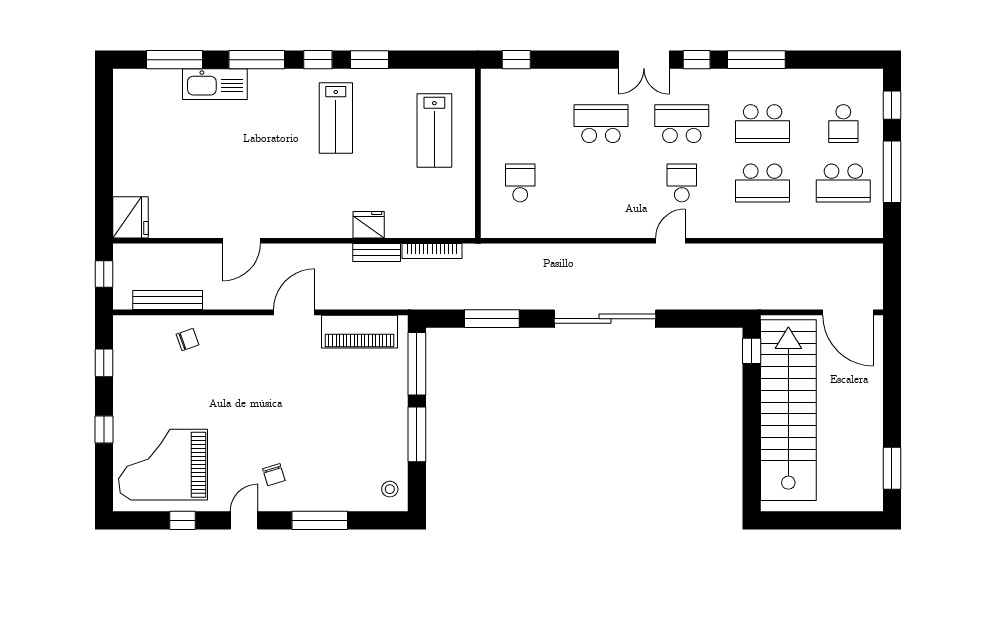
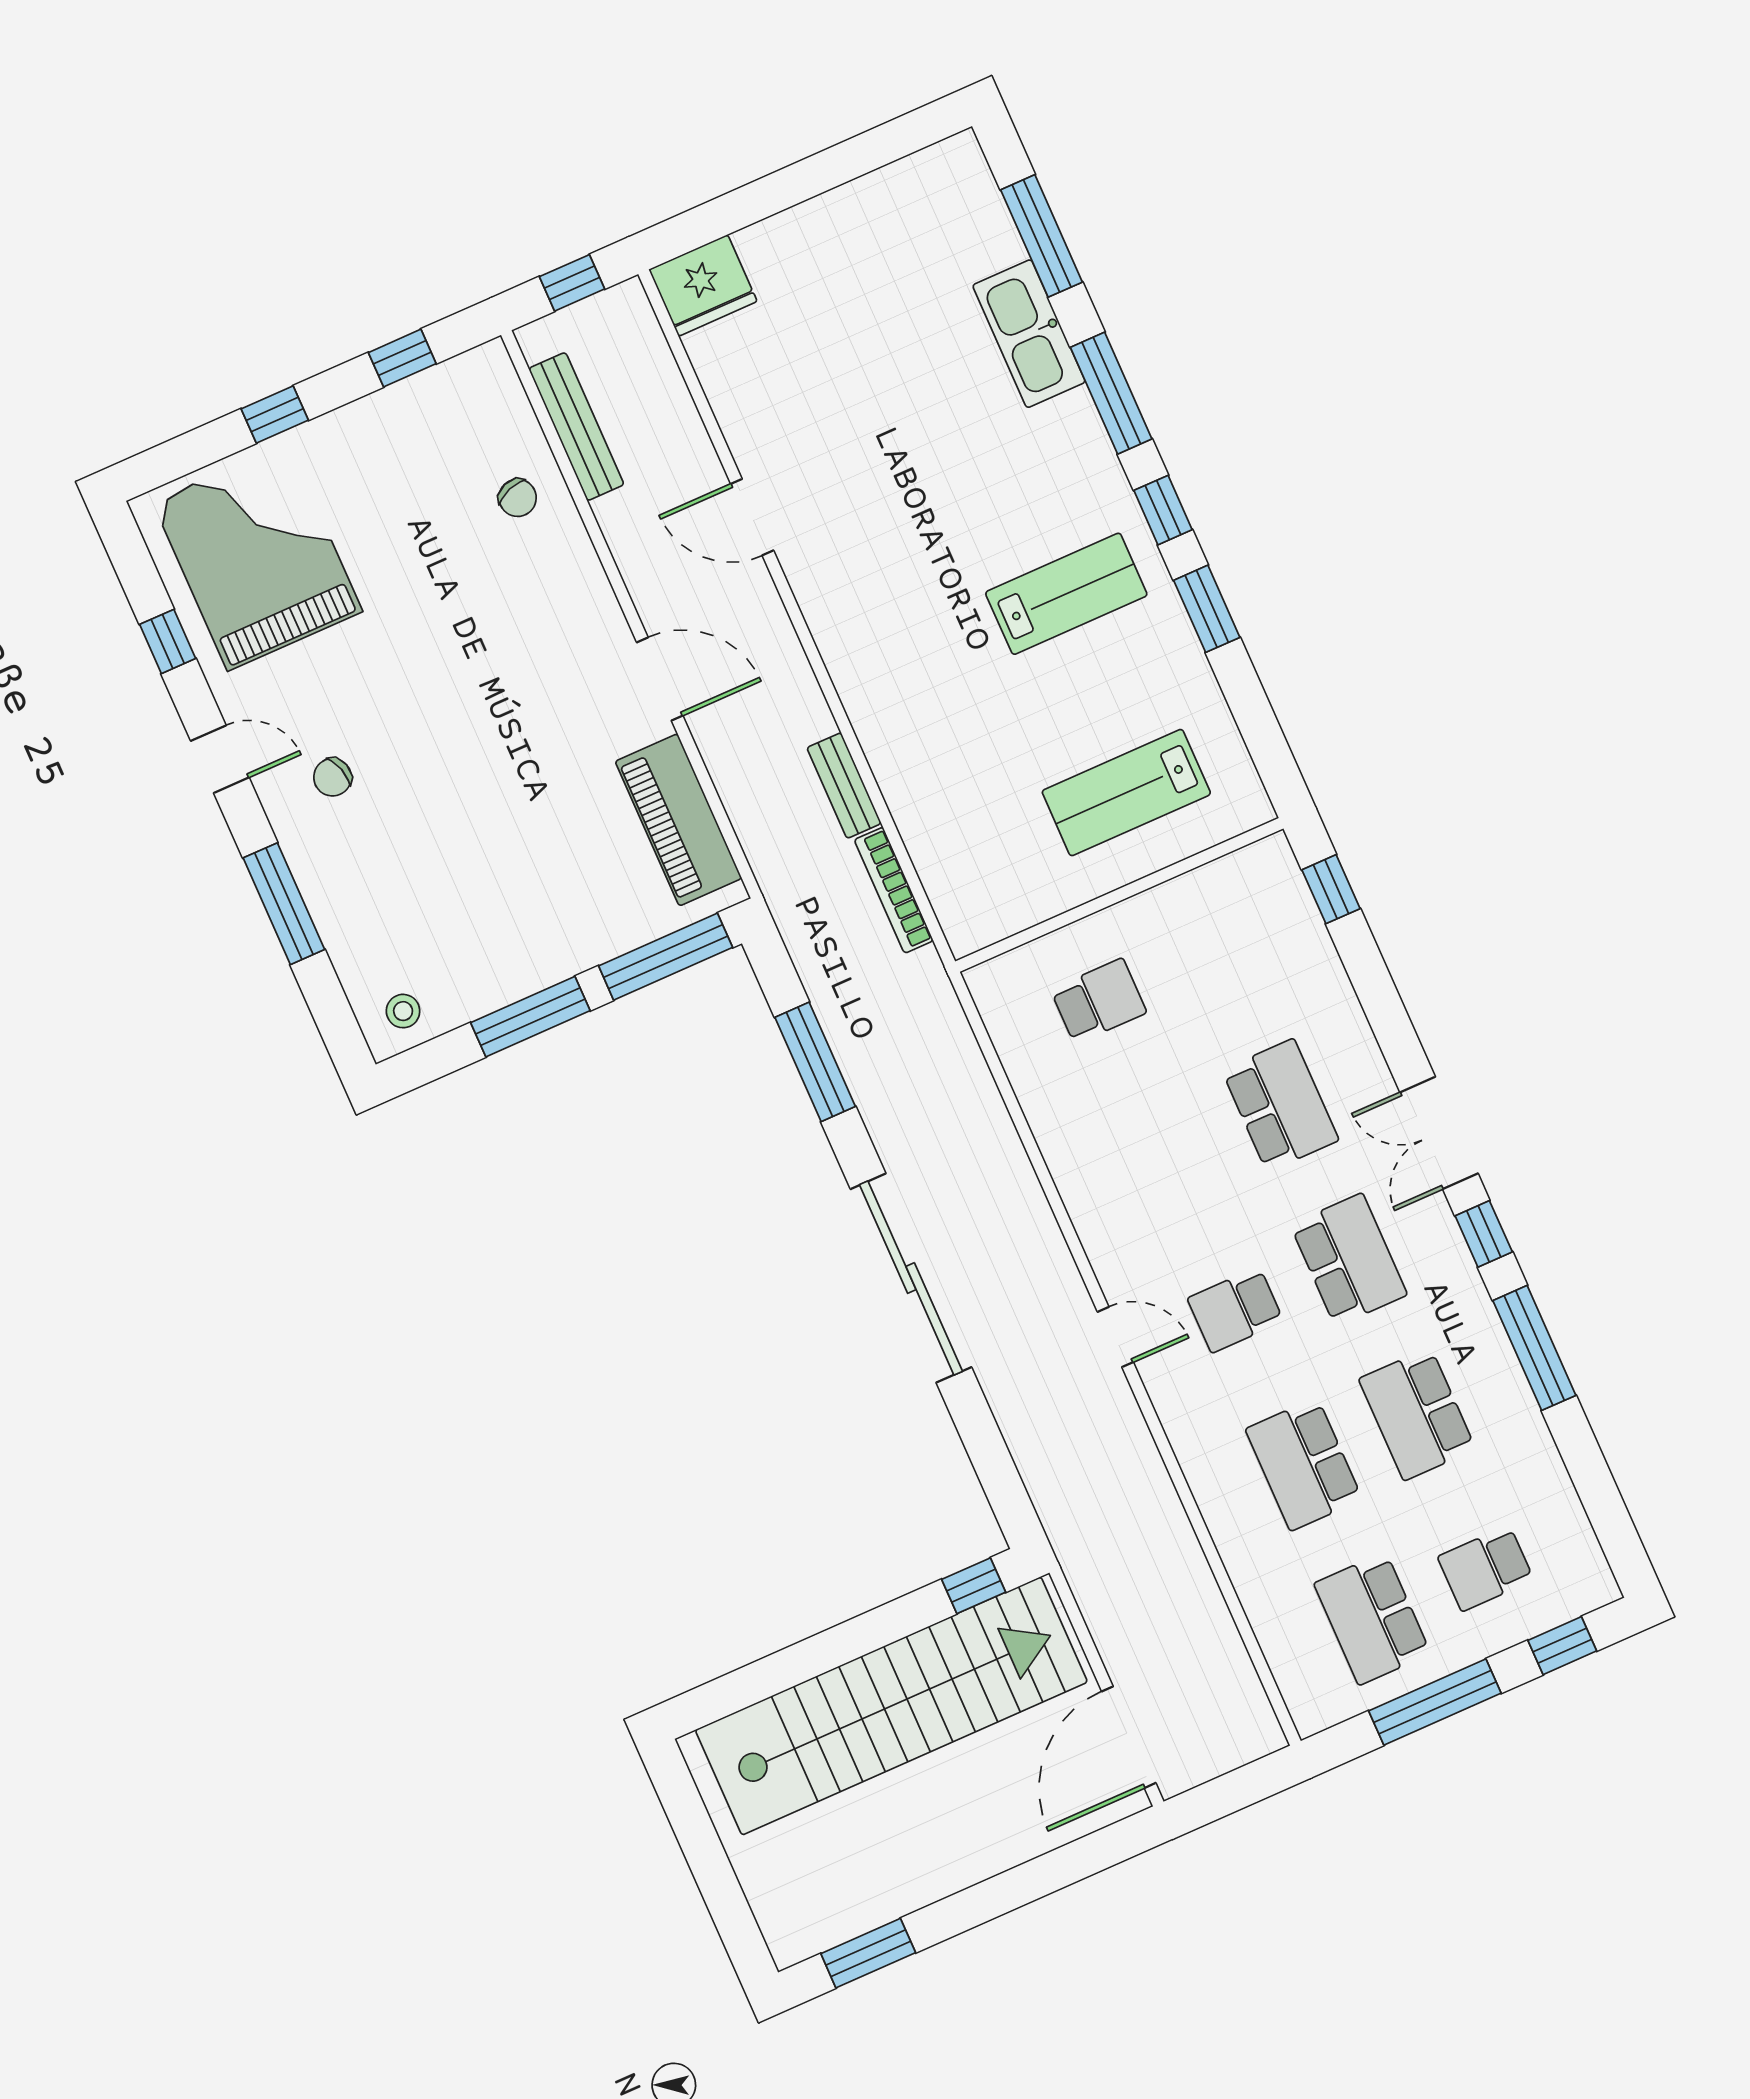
lab bench: (336, 118) -> (1066, 594), turned 180
school desk: (682, 183) -> (1235, 1310), turned 180
fridge: (369, 225) -> (891, 747), removed

